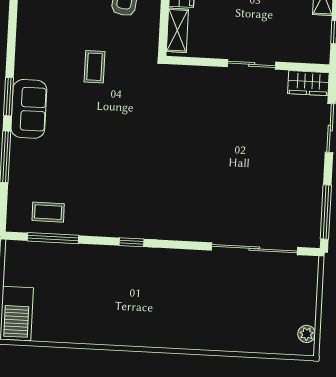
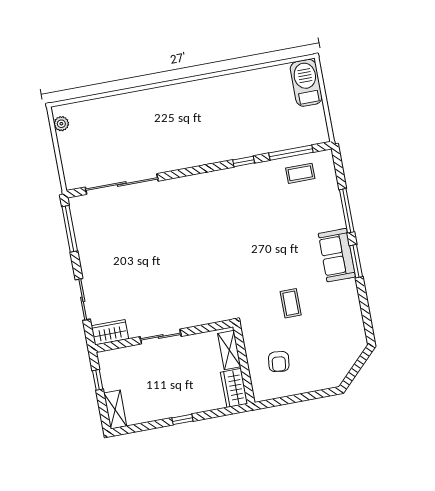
window: (132, 242) -> (244, 161), moved

